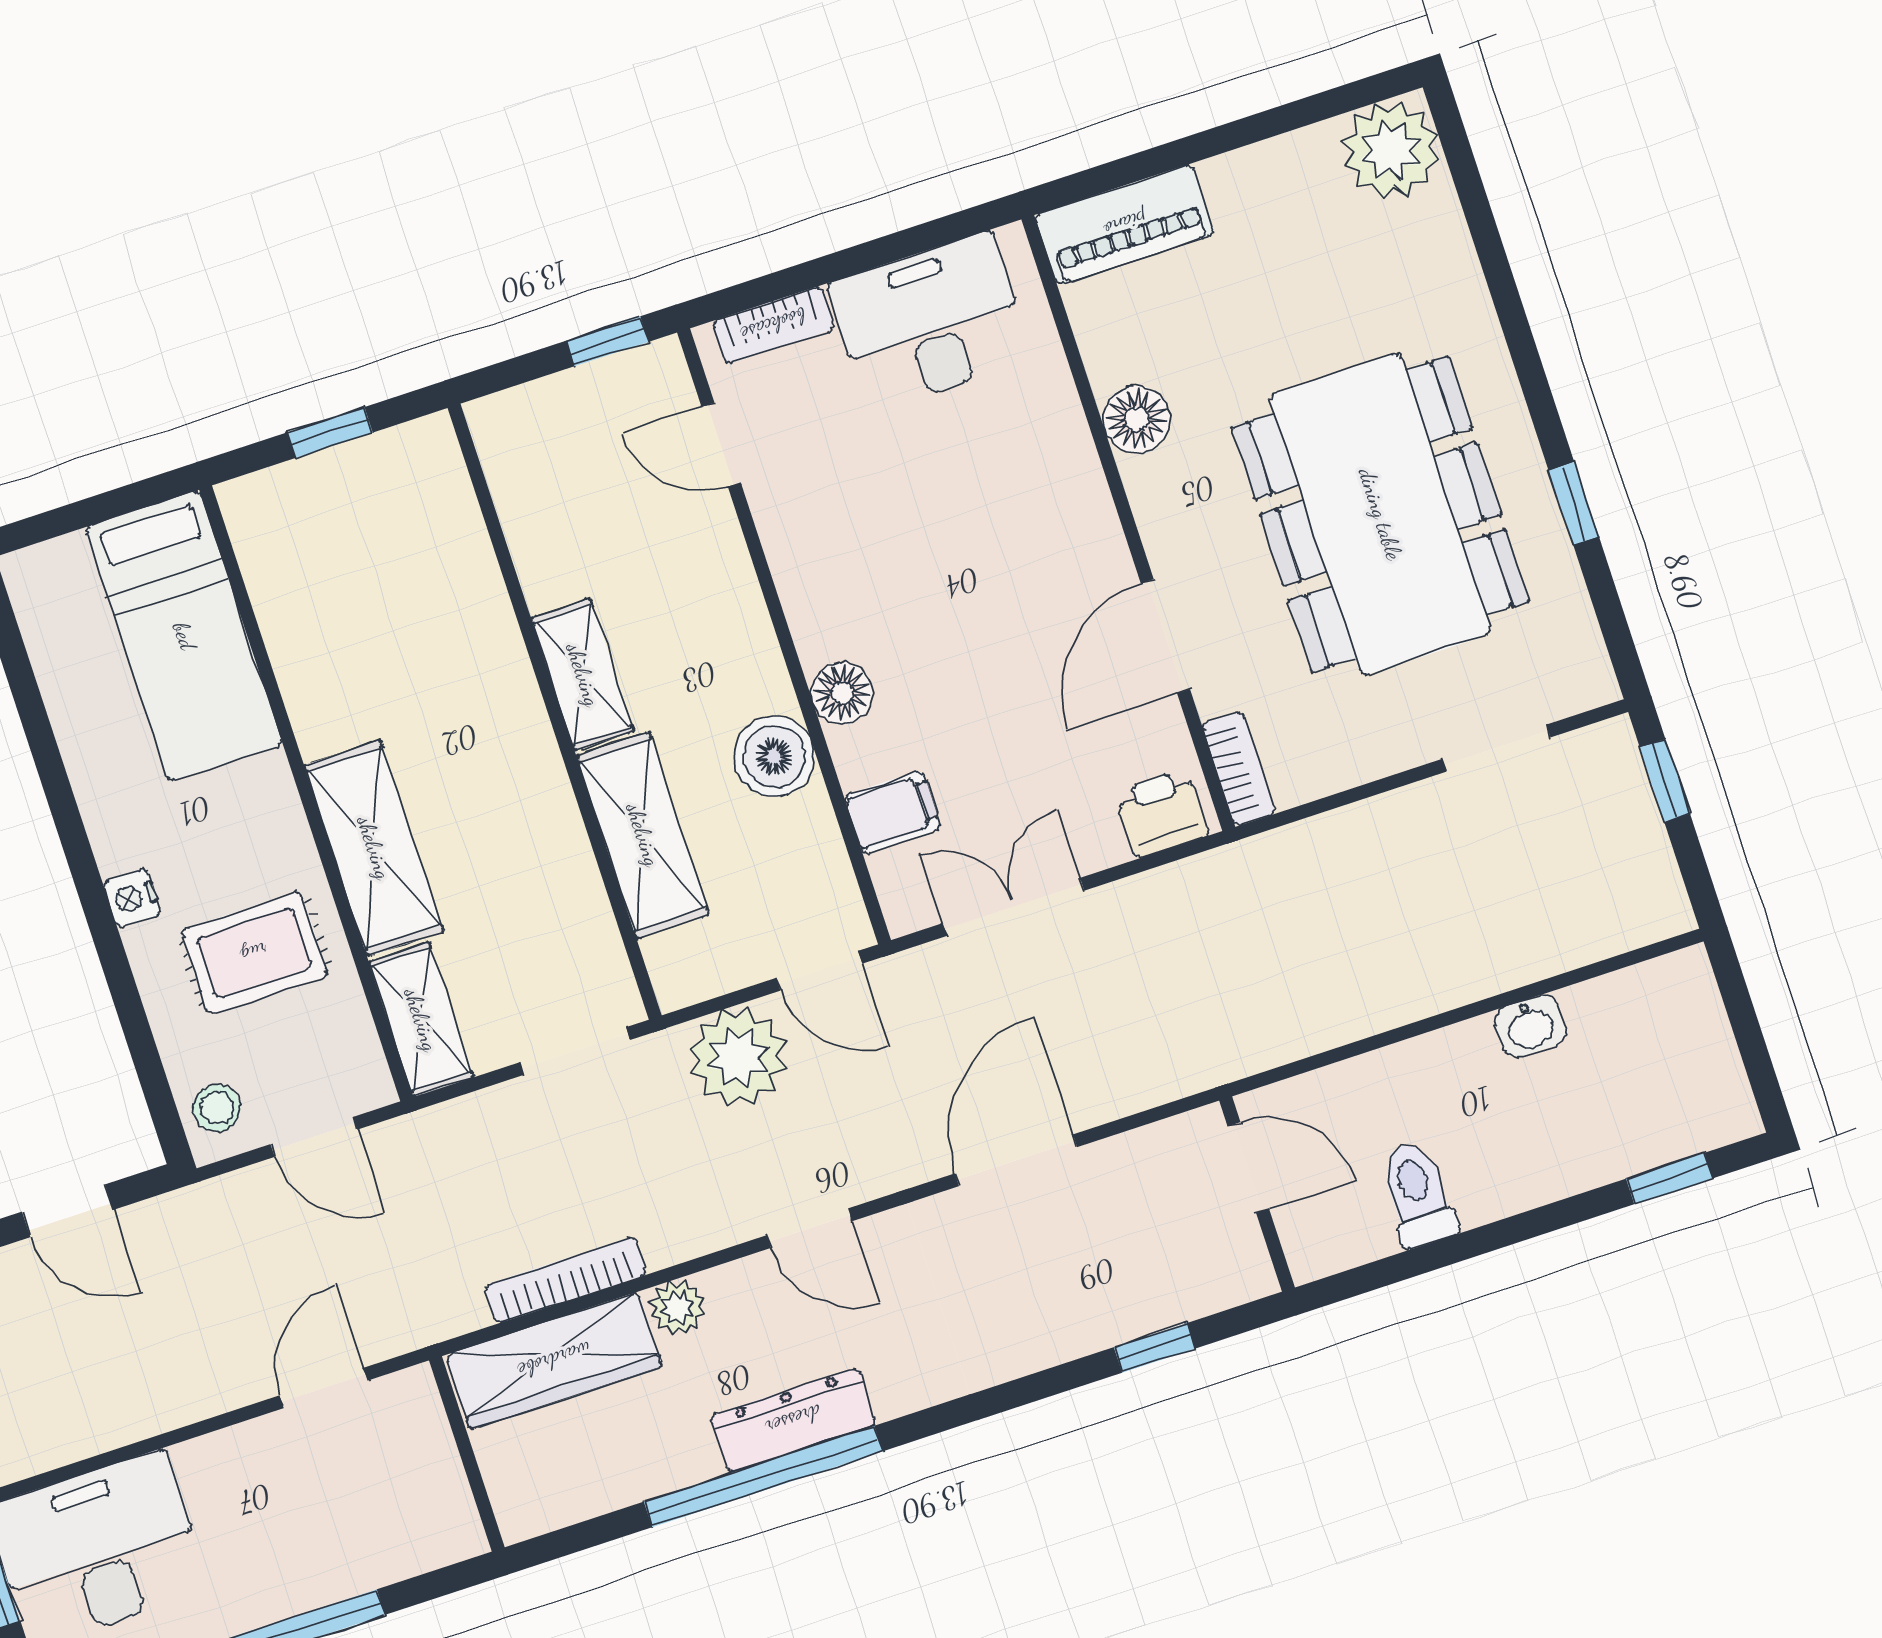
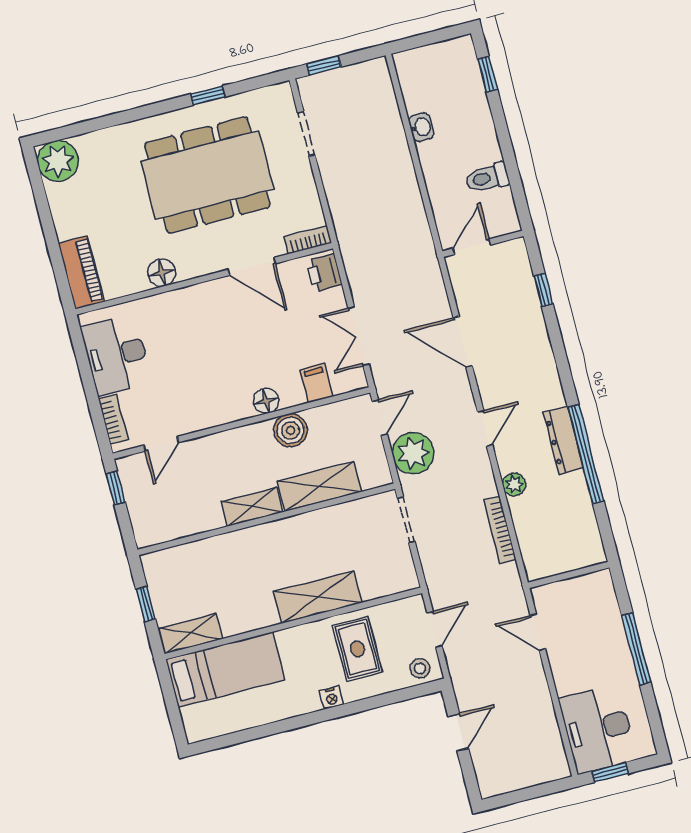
shelving: (421, 1020) -> (191, 634), moved
wardrobe: (554, 1360) -> (533, 537), removed

